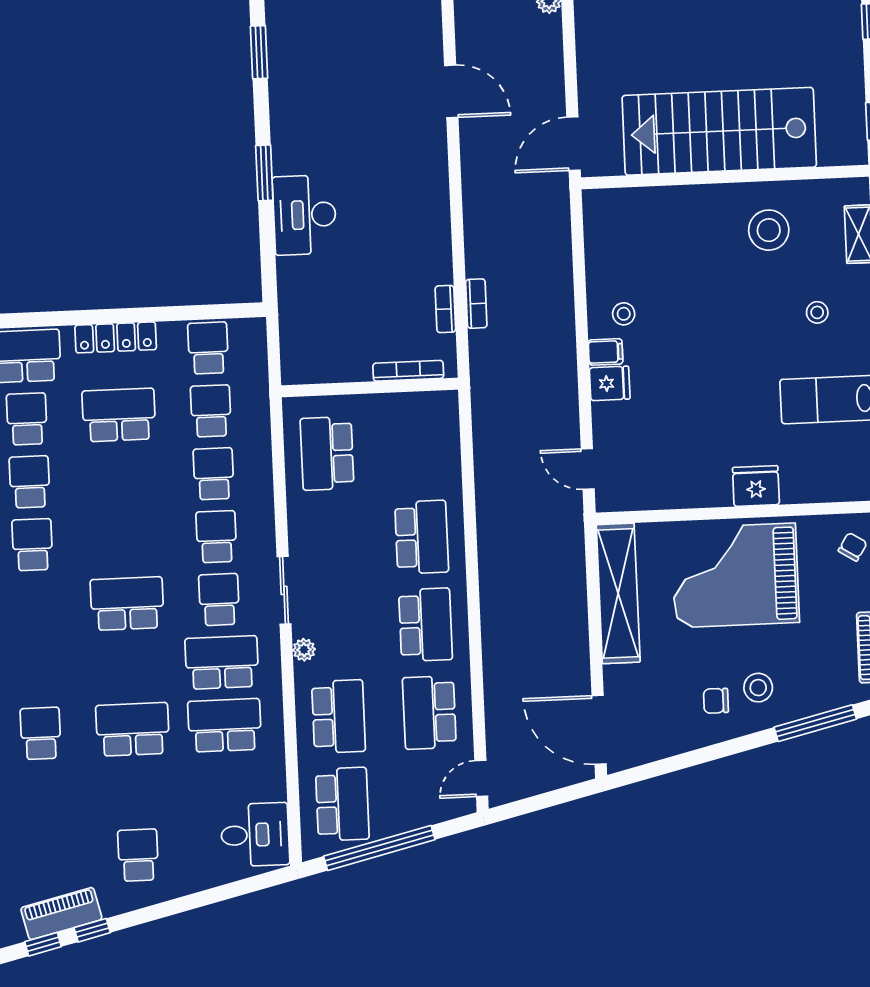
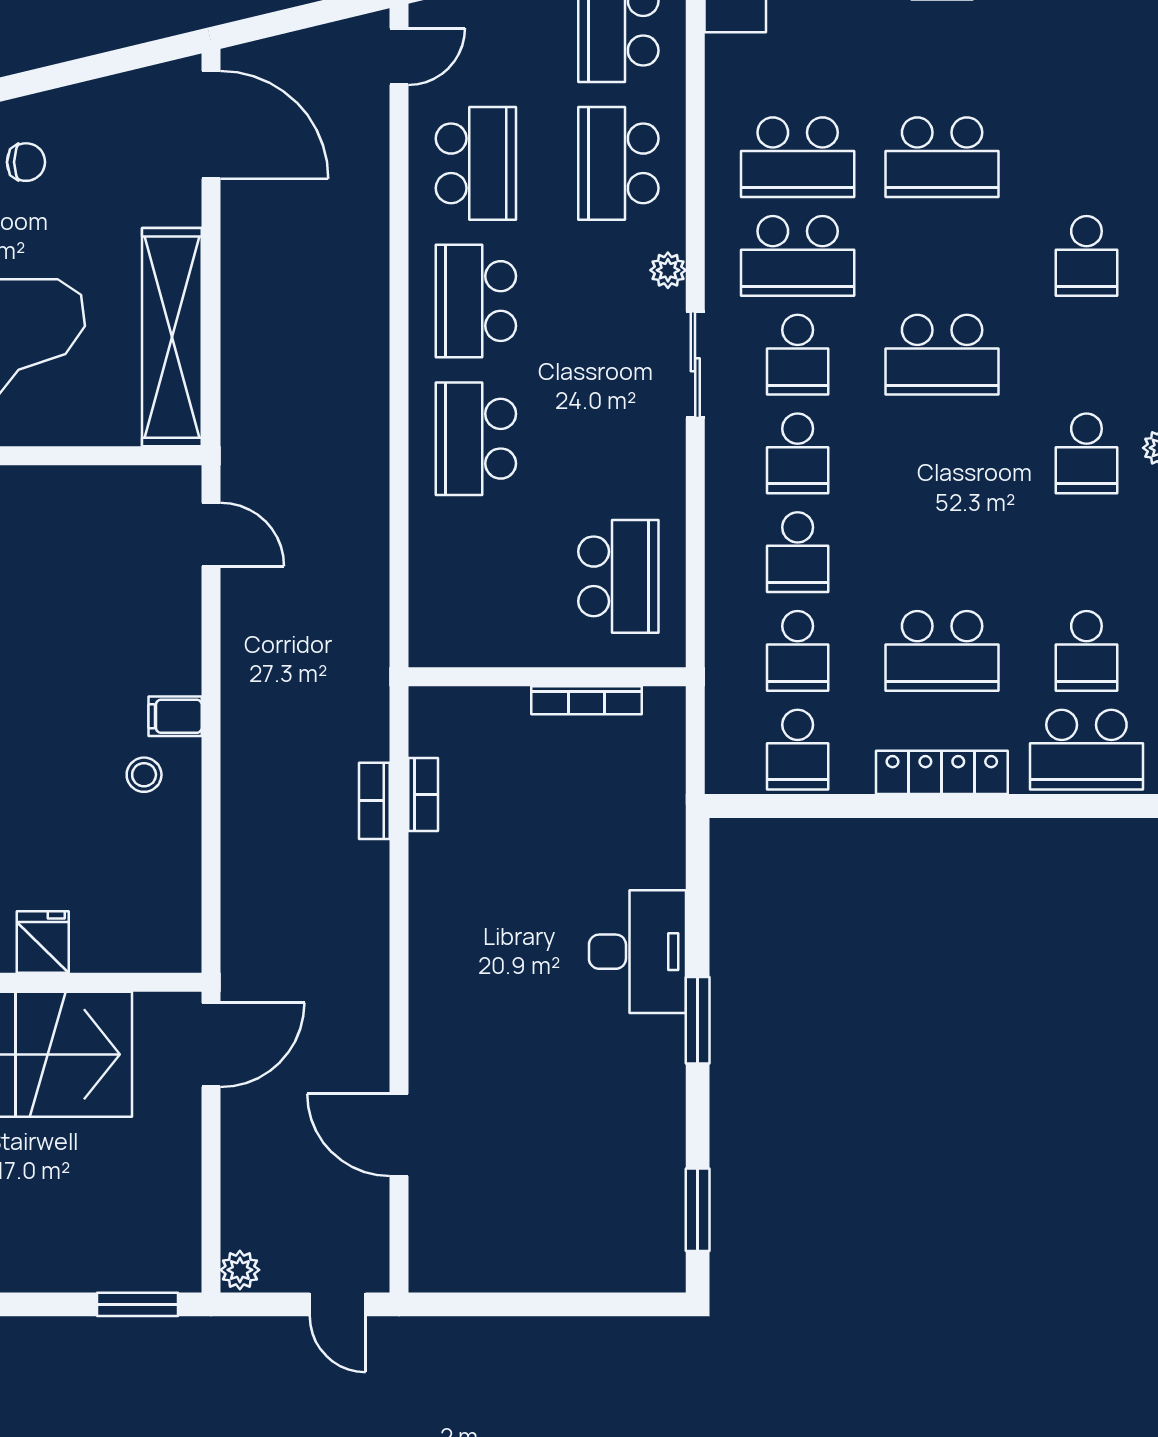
bookcase: (408, 371) -> (586, 700), moved
fridge: (610, 383) -> (43, 942), moved, turned 90
school desk: (30, 482) -> (1086, 552), removed
school desk: (41, 733) -> (1086, 256), moved

